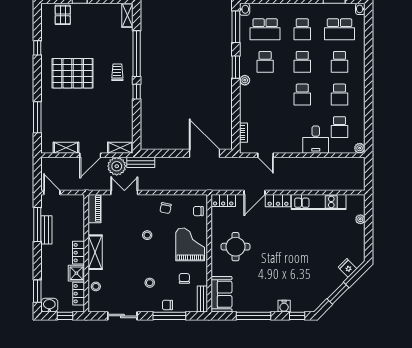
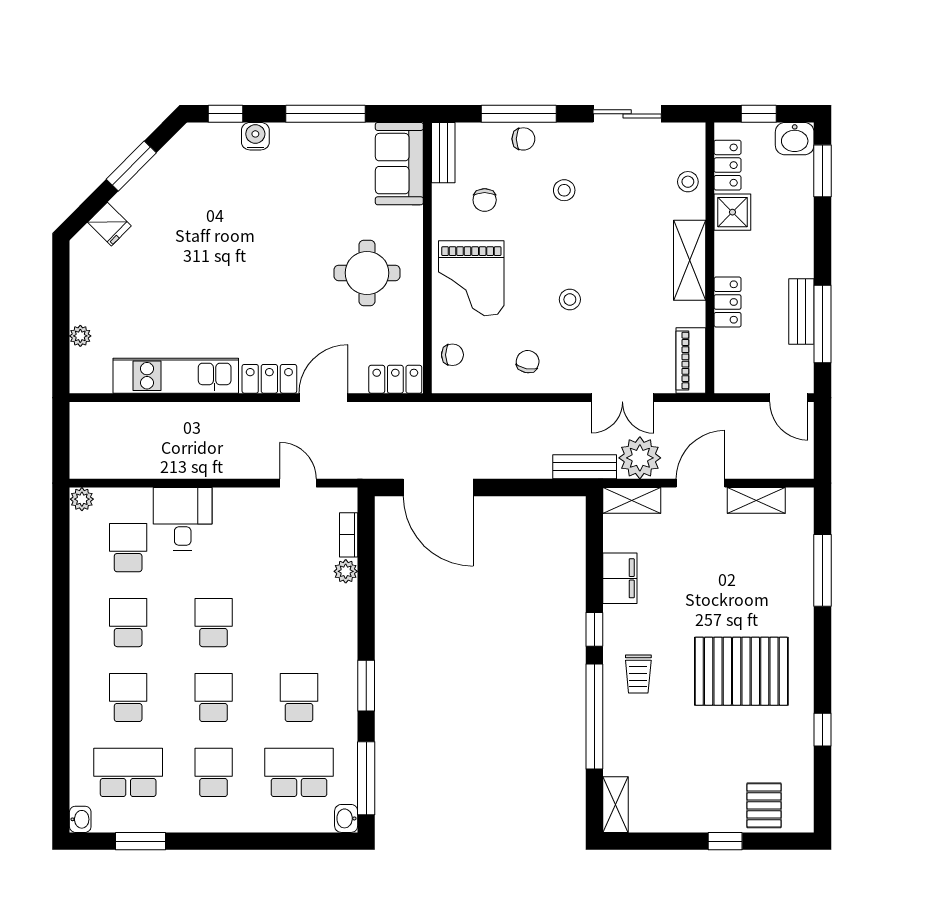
plant: (245, 80) -> (346, 571), moved
filing cabinet: (125, 114) -> (620, 578), added
locker: (79, 253) -> (728, 302), moved

